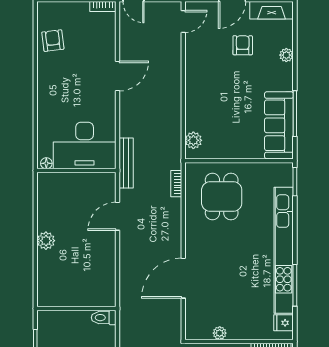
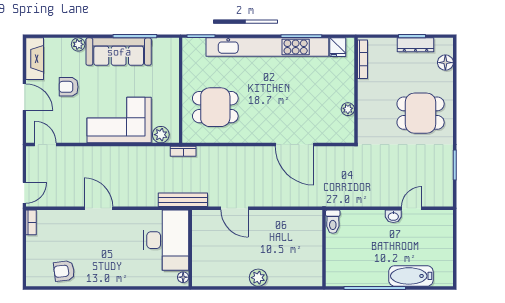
corner sofa: (208, 97) -> (119, 120), added
sofa: (279, 125) -> (119, 52), moved
bookcase: (176, 184) -> (183, 151), moved

